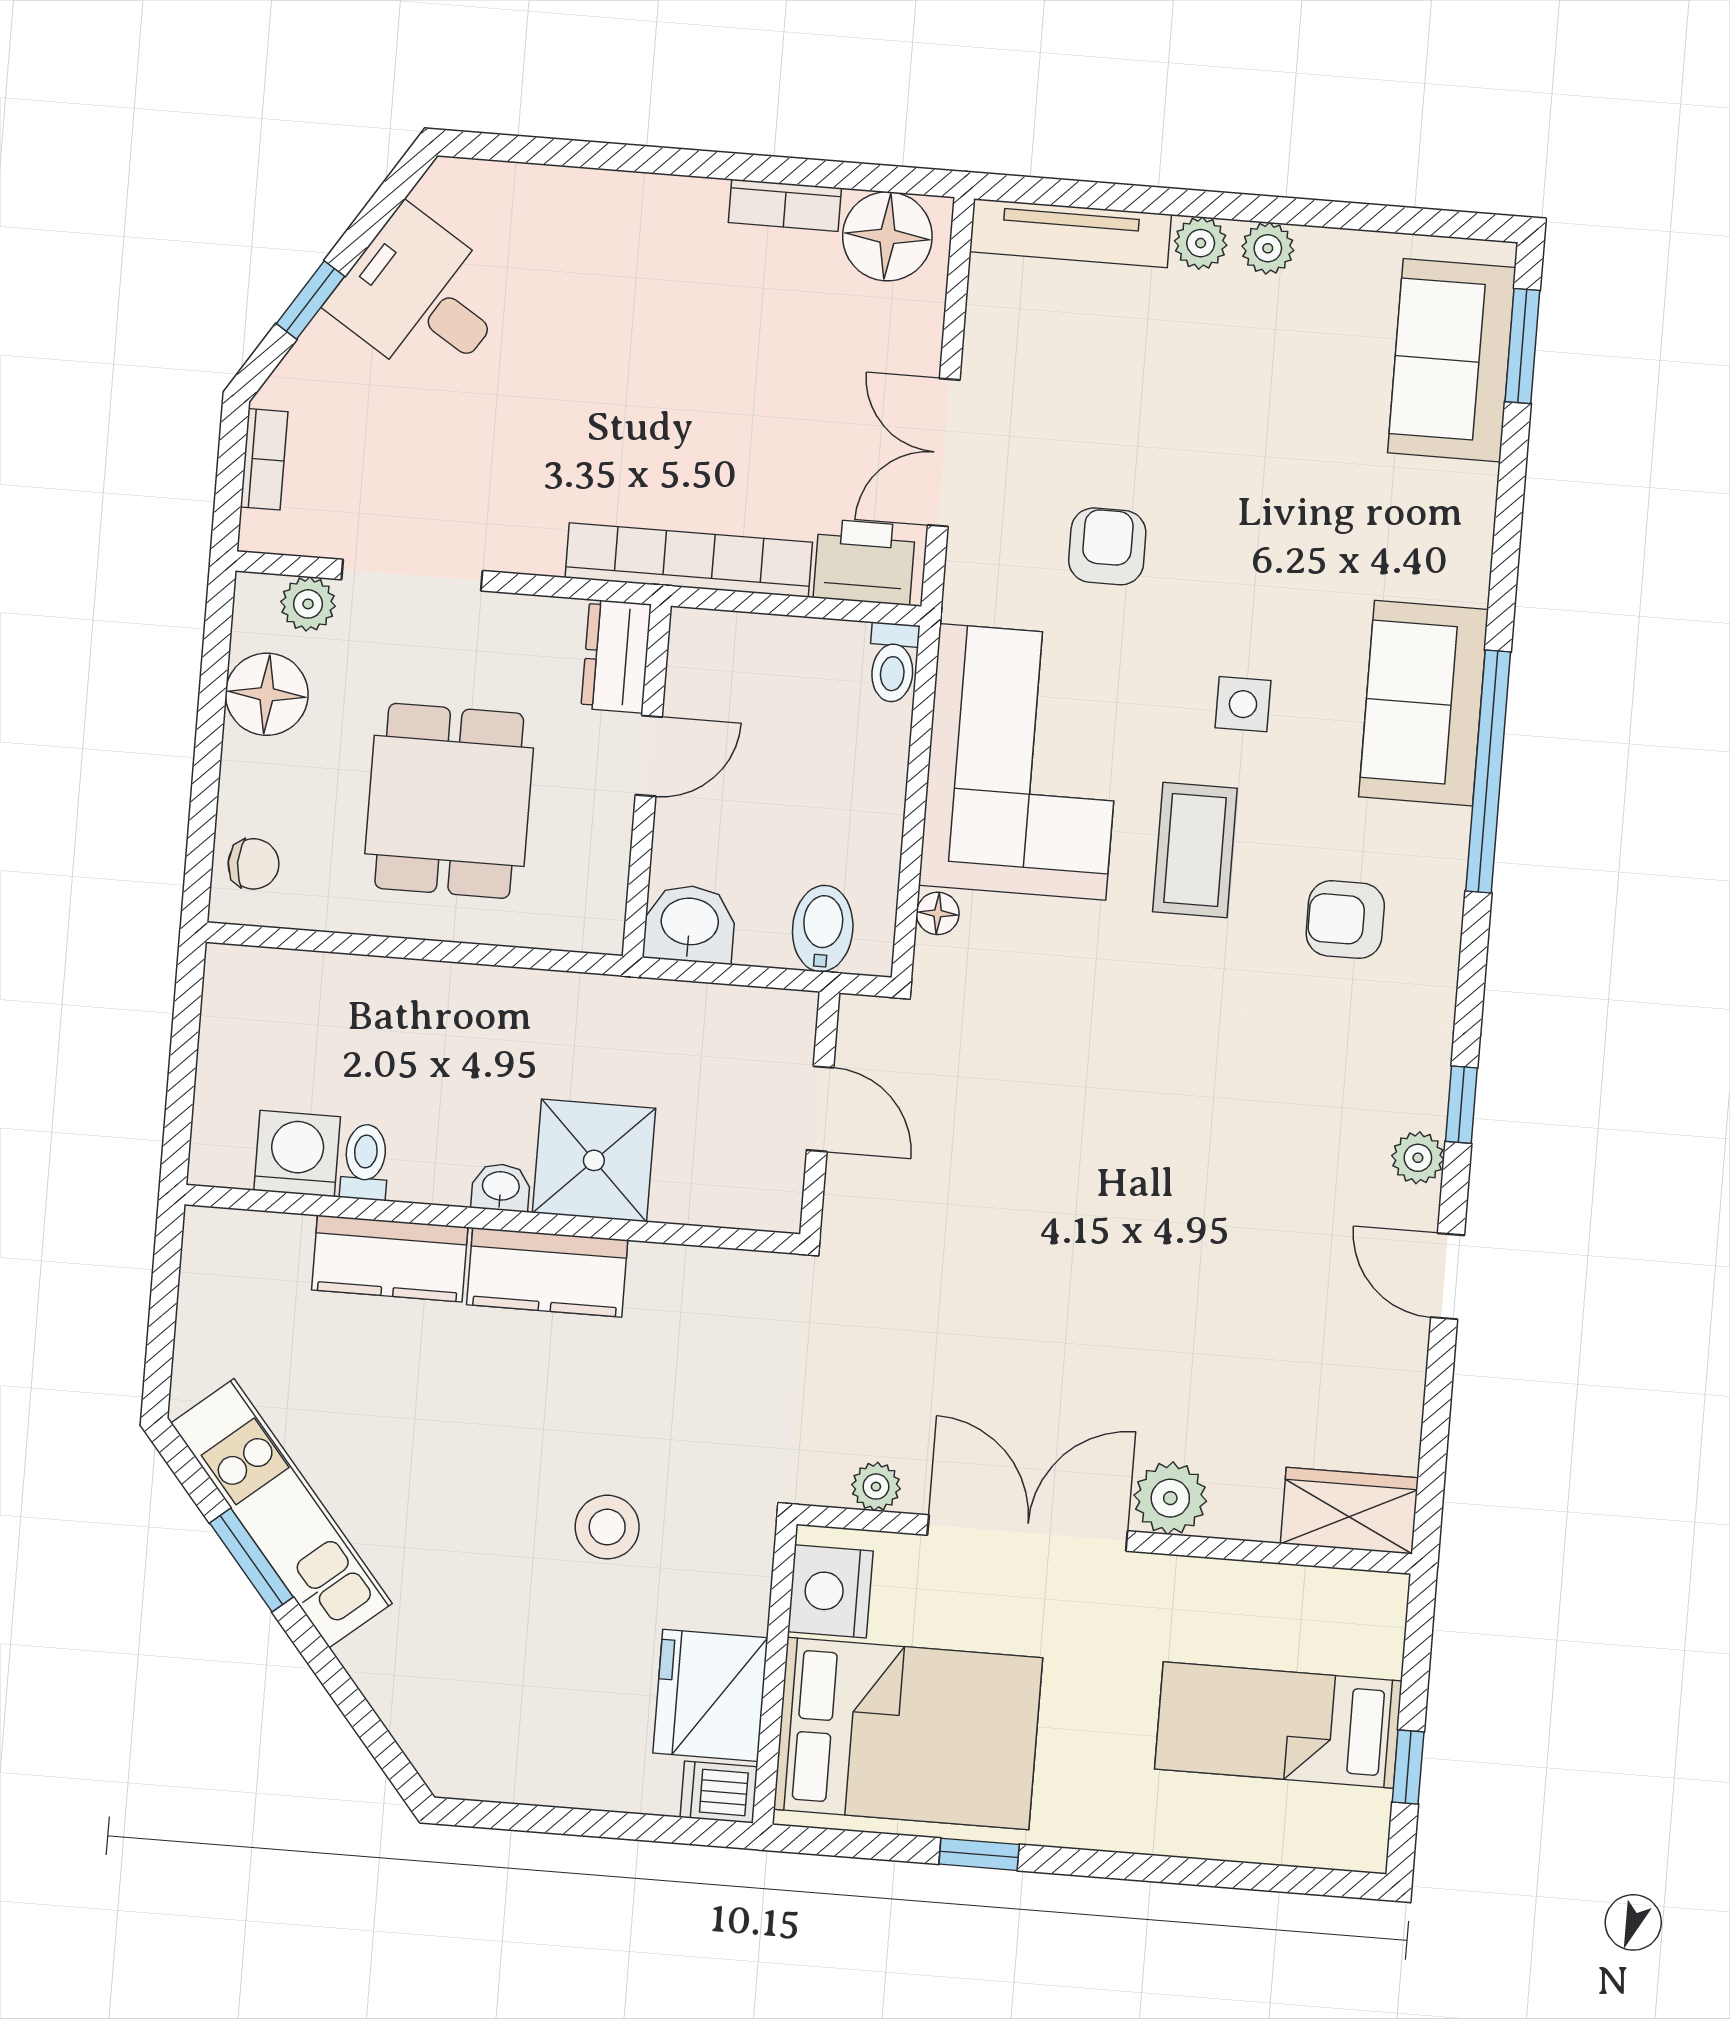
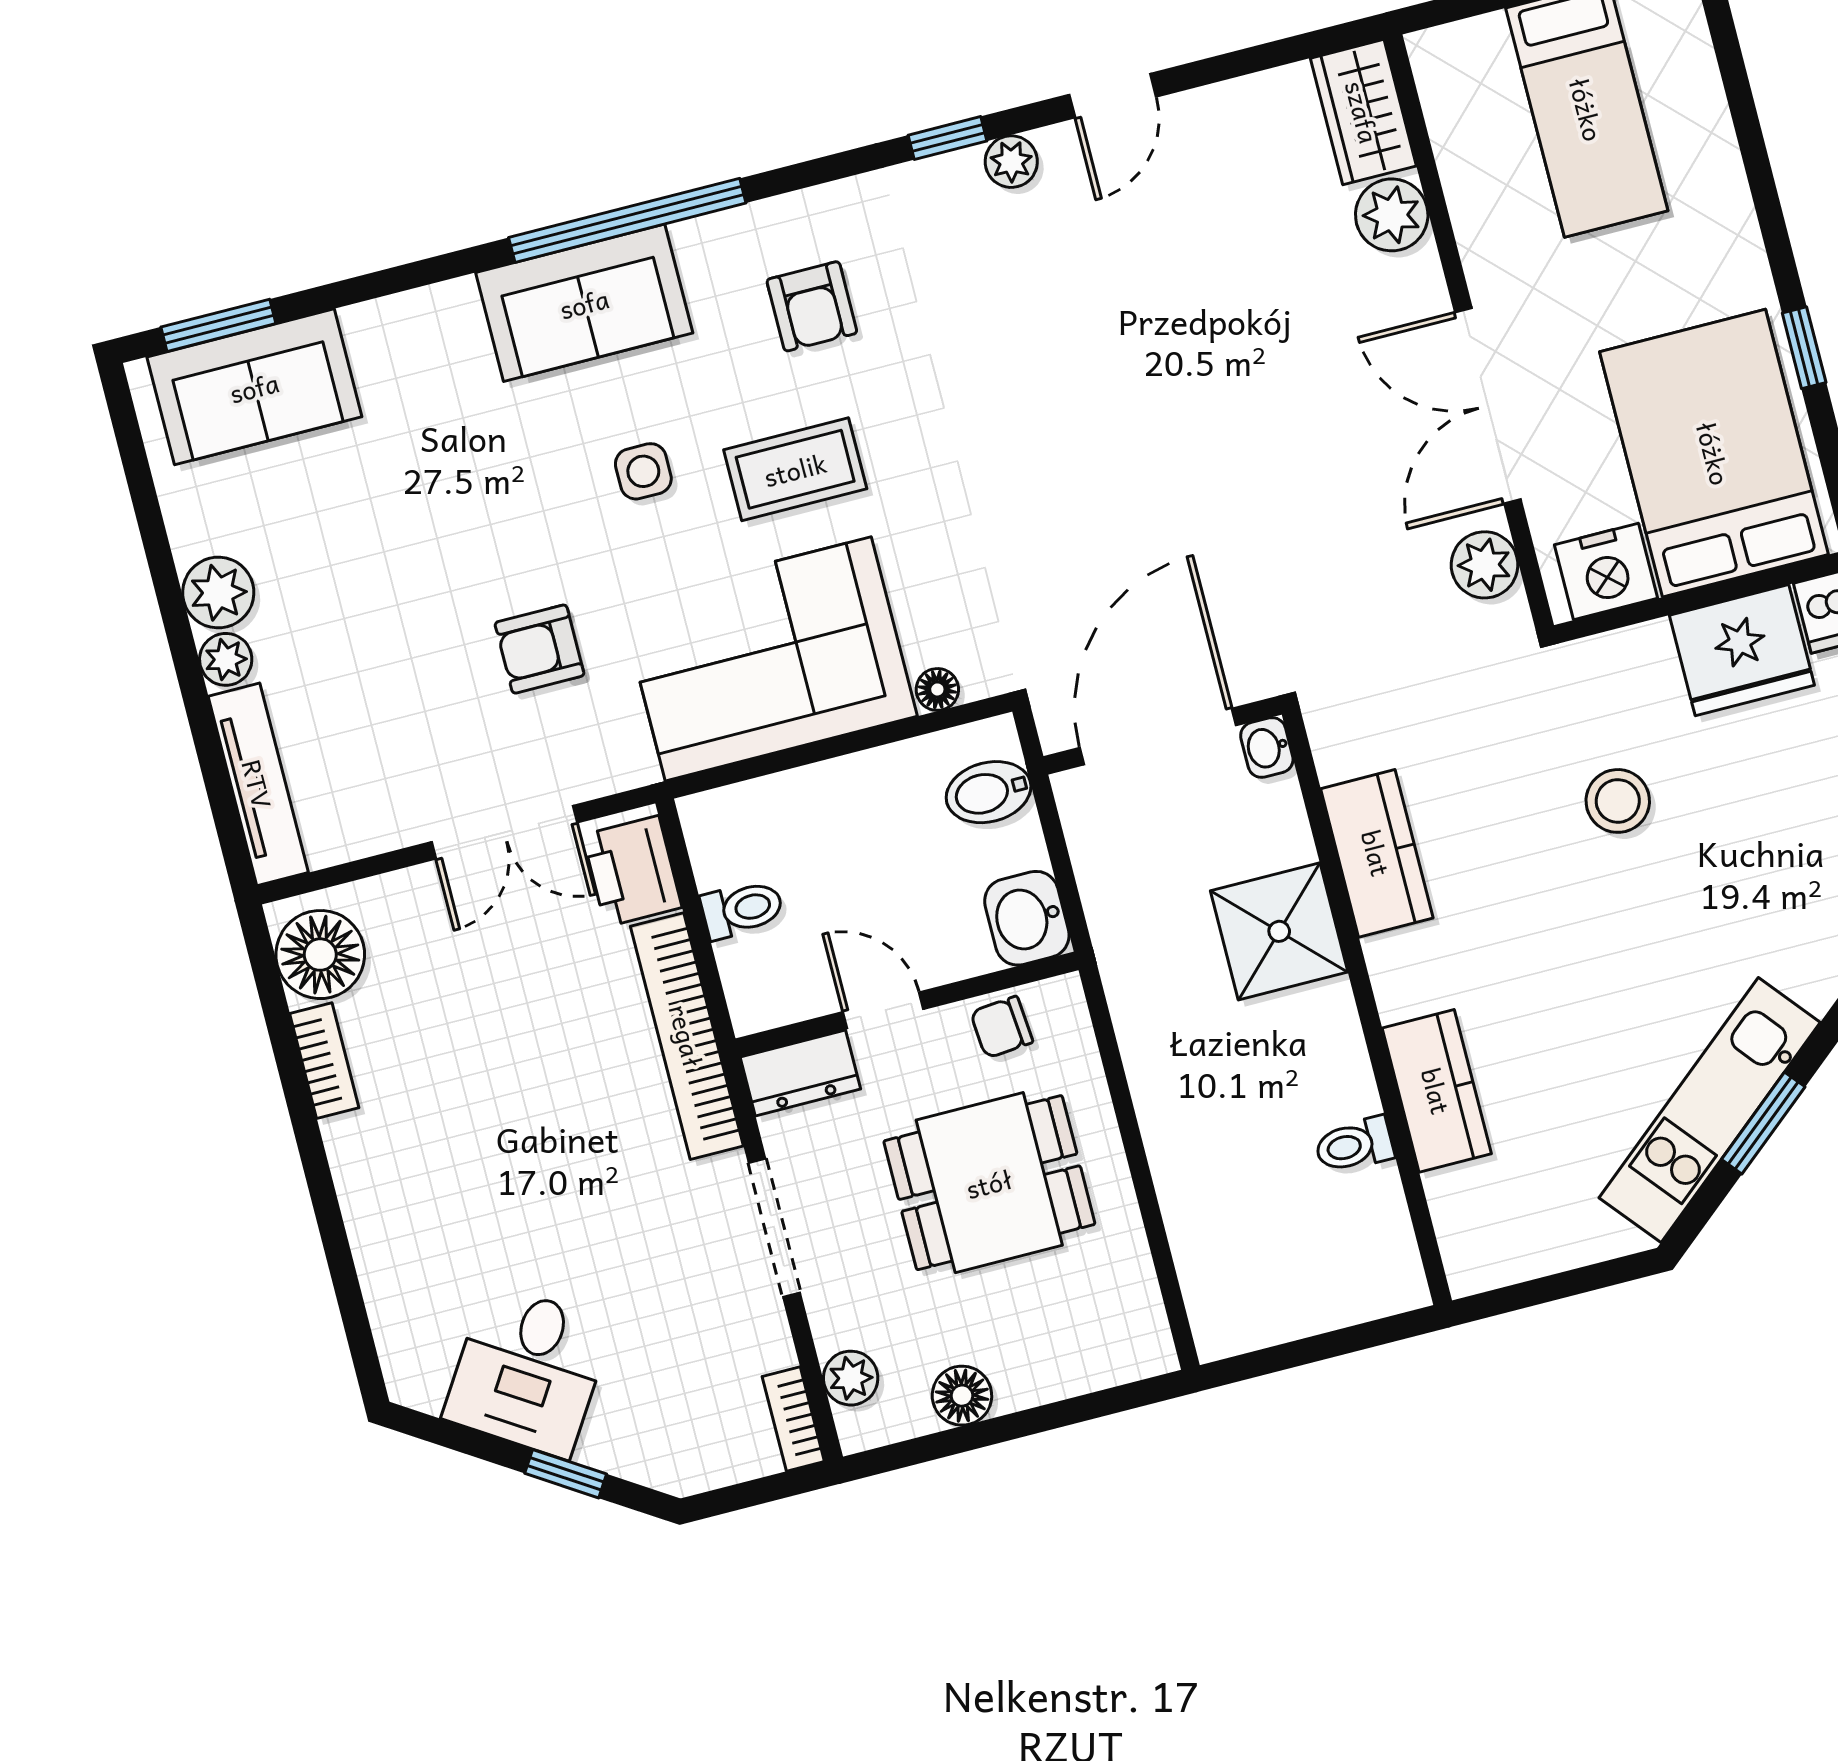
plant: (1268, 248) -> (218, 593), width x1.38, depth x1.38
bookcase: (264, 459) -> (793, 1419), moved, turned -90
doorway: (412, 575) -> (774, 1228), moved
toilet: (893, 663) -> (742, 909), moved
floor lamp: (267, 694) -> (962, 1396), width x0.73, depth x0.73
chair: (253, 864) -> (1002, 1027), moved, turned -95
door: (820, 1109) -> (1158, 737), width x1.87
washing machine: (297, 1154) -> (1368, 1211), removed
washbasin: (501, 1187) -> (1267, 747), moved
kitchen counter: (547, 1272) -> (1377, 853), moved
plant: (876, 1487) -> (1485, 565), width x1.38, depth x1.38
plant: (1170, 1498) -> (1392, 215), moved

